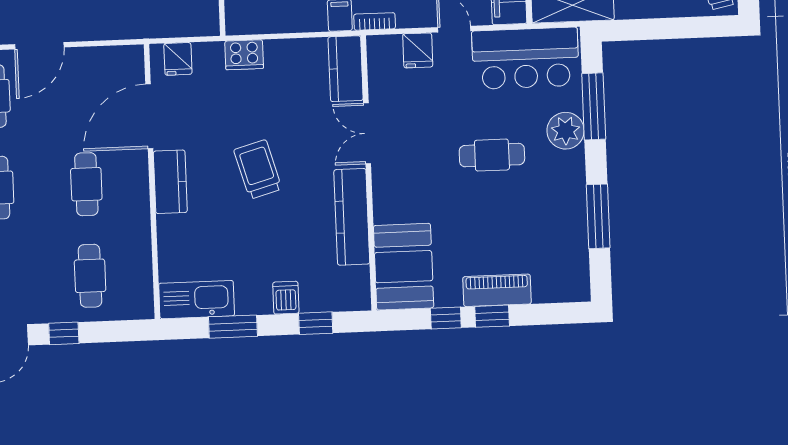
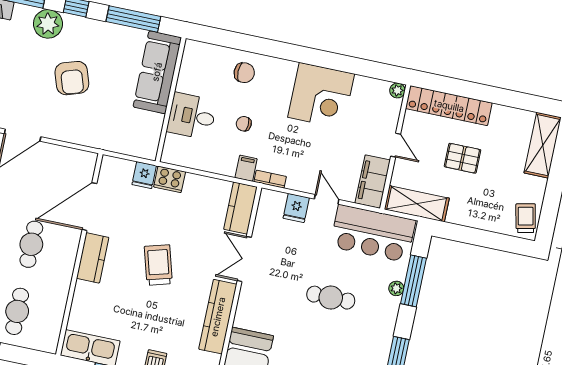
fridge: (178, 59) -> (144, 175), moved
plant: (566, 131) -> (396, 288), width x0.53, depth x0.53

